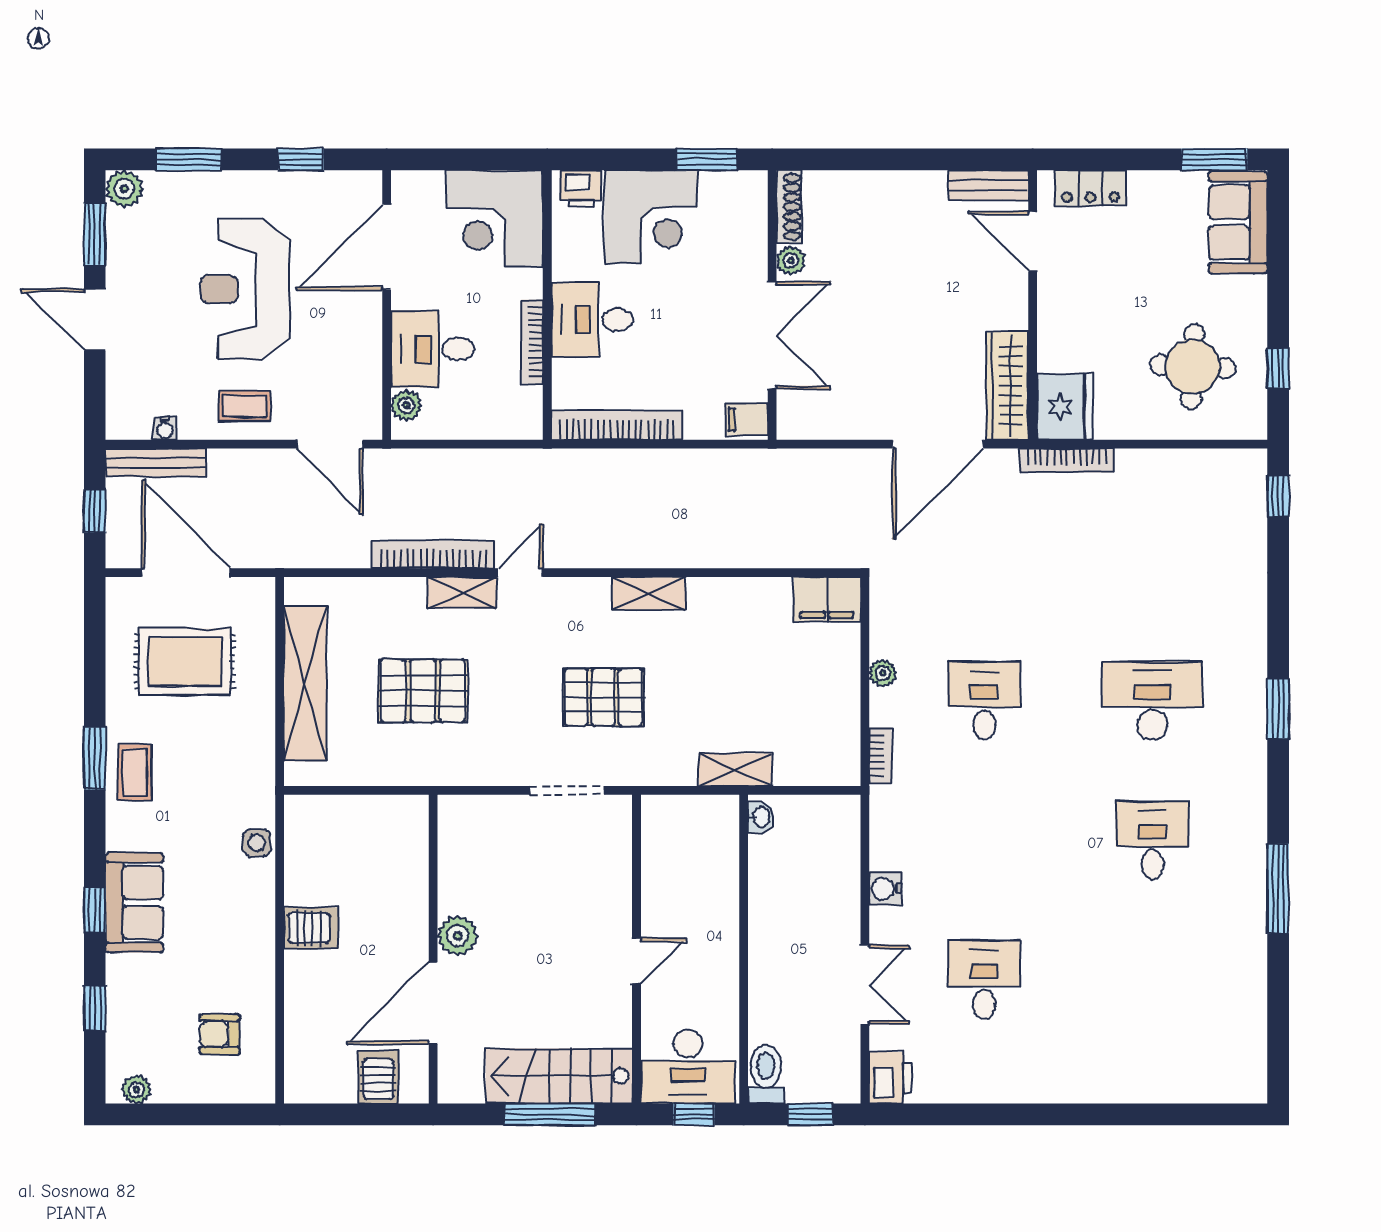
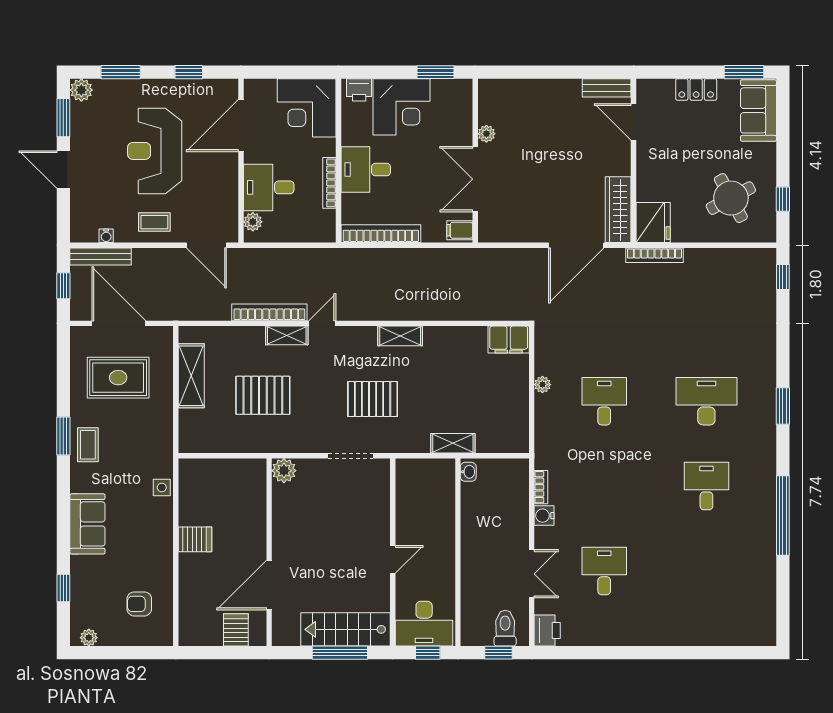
locker: (1091, 188) -> (696, 90), moved
shoe rack: (789, 207) -> (485, 101), removed
double door: (772, 335) -> (475, 179), swing flipped
round table: (1193, 367) -> (731, 198), turned -31
shelving: (305, 684) -> (191, 376), width x0.68
bookcase: (880, 755) -> (541, 487), moved
window: (1278, 889) -> (783, 515), width x1.46
window: (95, 910) -> (63, 528), removed
plant: (458, 936) -> (284, 471), moved
toilet: (766, 1074) -> (505, 628), moved

